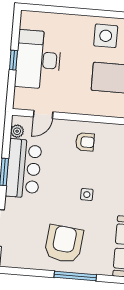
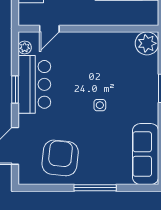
armchair: (85, 142) -> (94, 53), removed
armchair: (64, 244) -> (60, 158), moved

